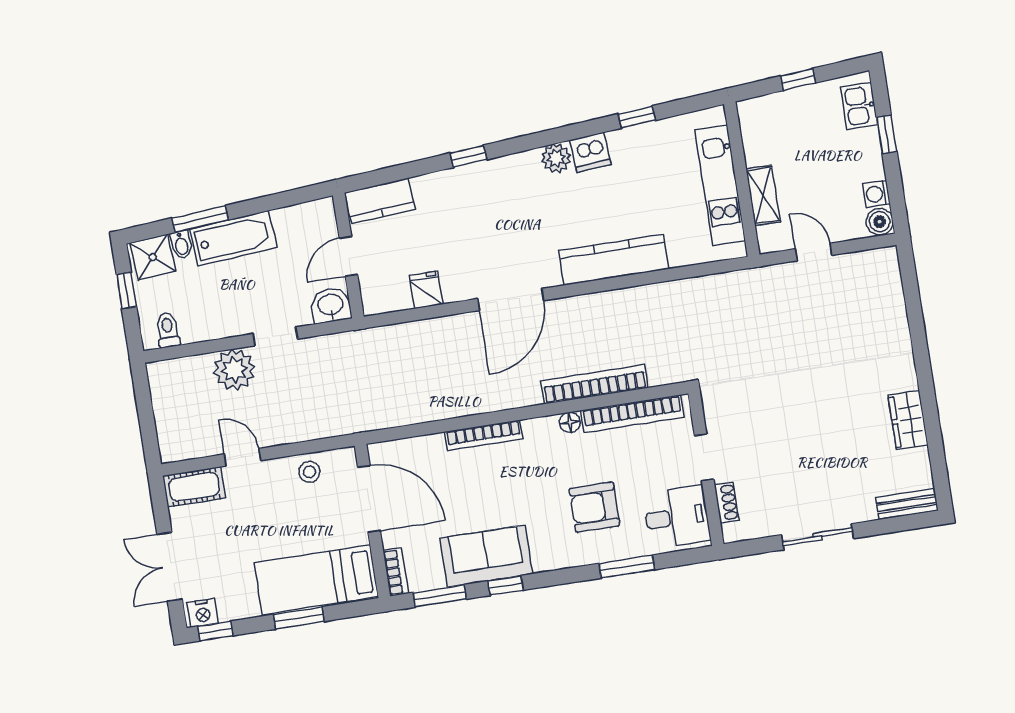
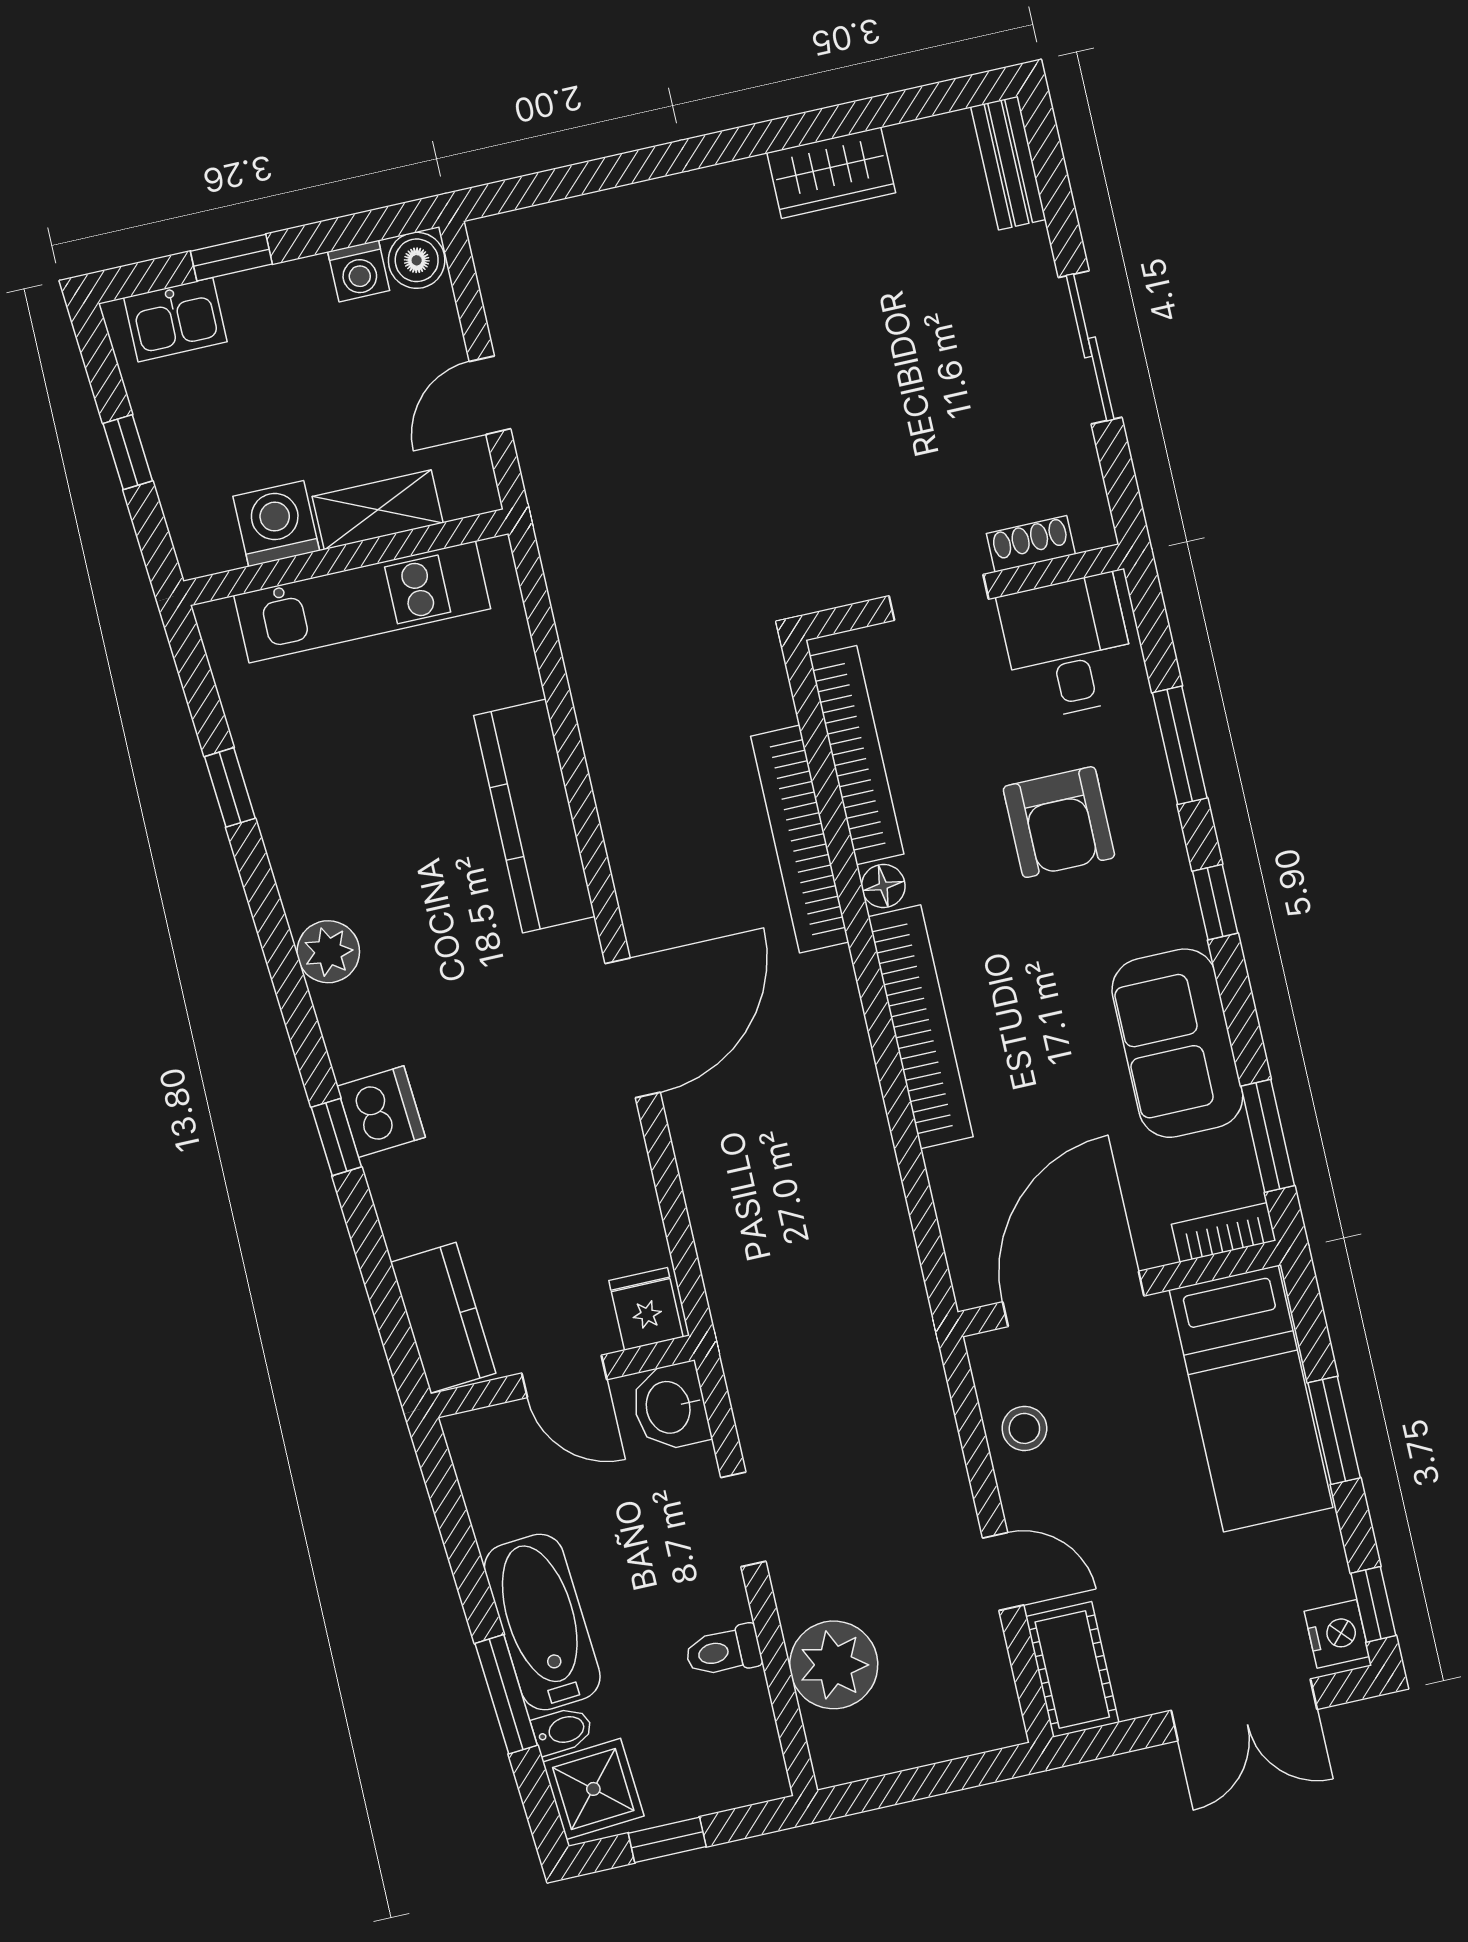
washing machine: (760, 147) -> (276, 524), added
dishwasher: (590, 152) -> (381, 1112), moved
fridge: (426, 290) -> (646, 1309), moved, turned 90
door: (511, 300) -> (633, 1028), hinge flipped
toilet: (168, 330) -> (723, 1651), moved
plant: (234, 370) -> (834, 1665), moved
bookcase: (484, 435) -> (921, 1027), width x1.48, depth x1.31
door: (243, 457) -> (1003, 1572), swing flipped
window: (506, 586) -> (1215, 902), moved

